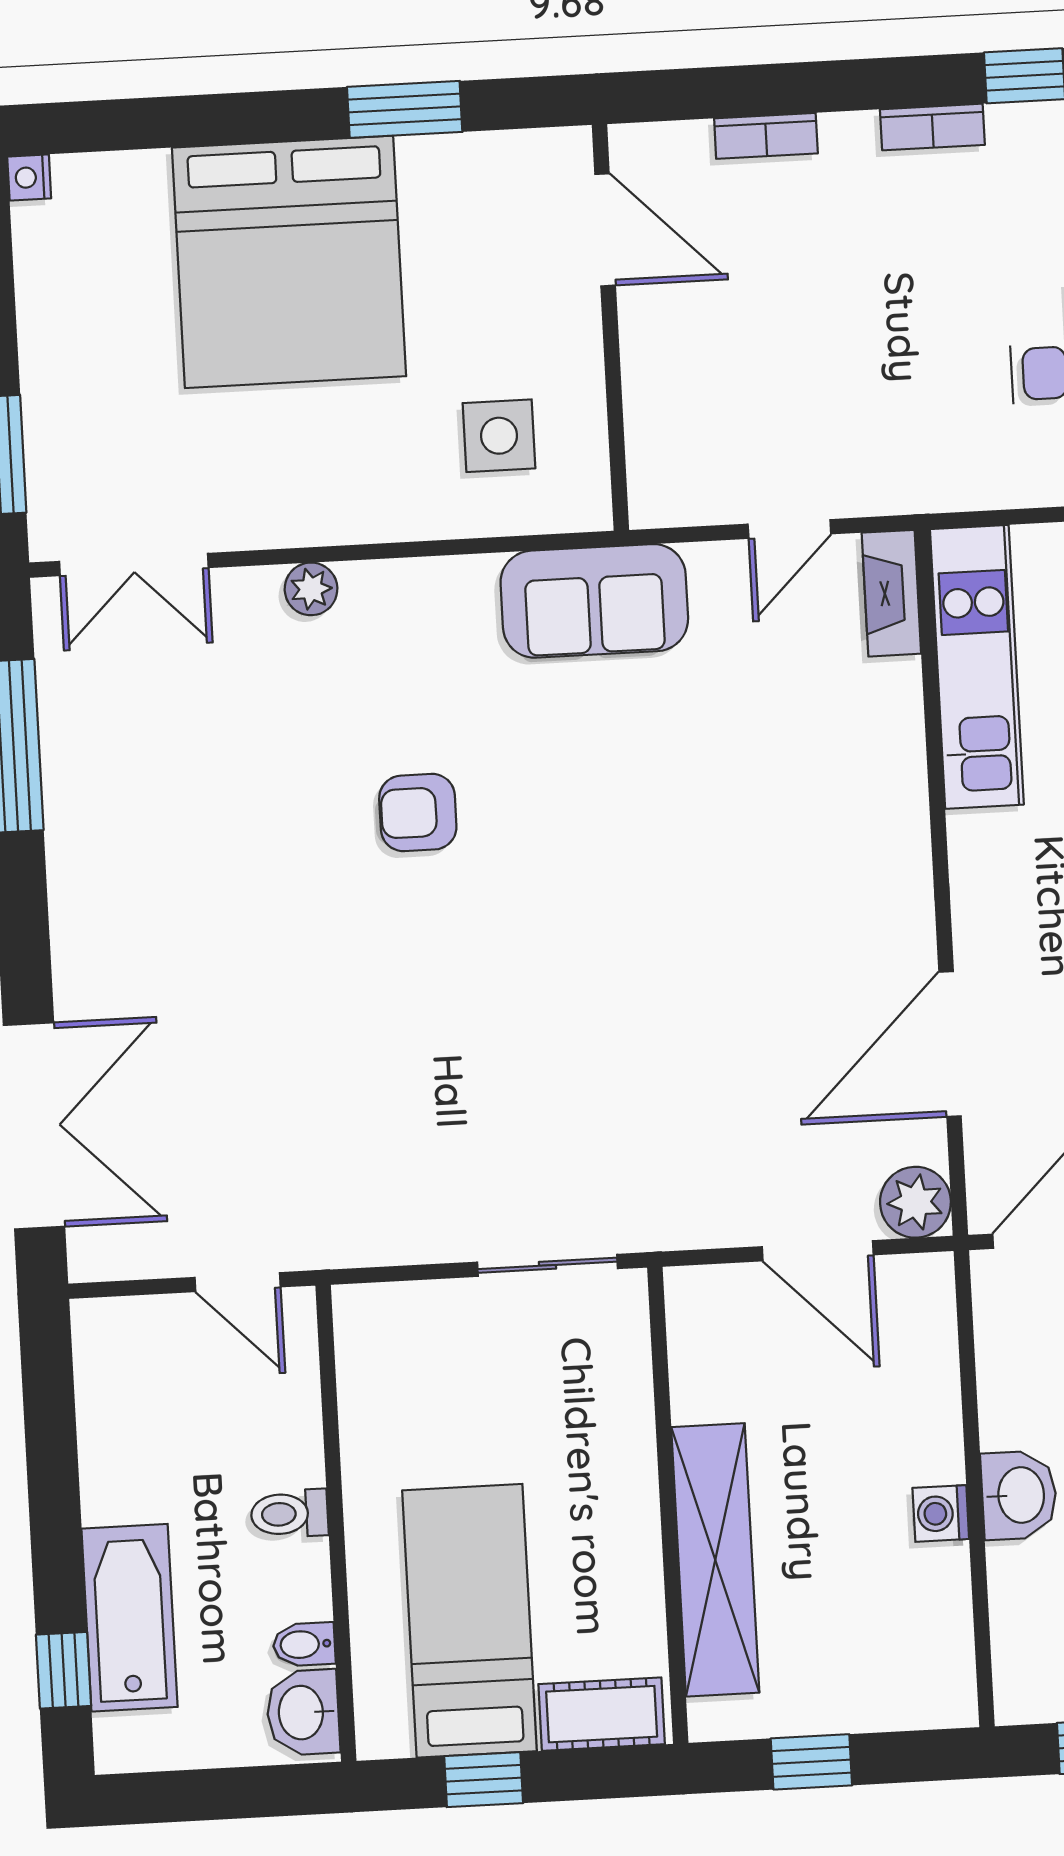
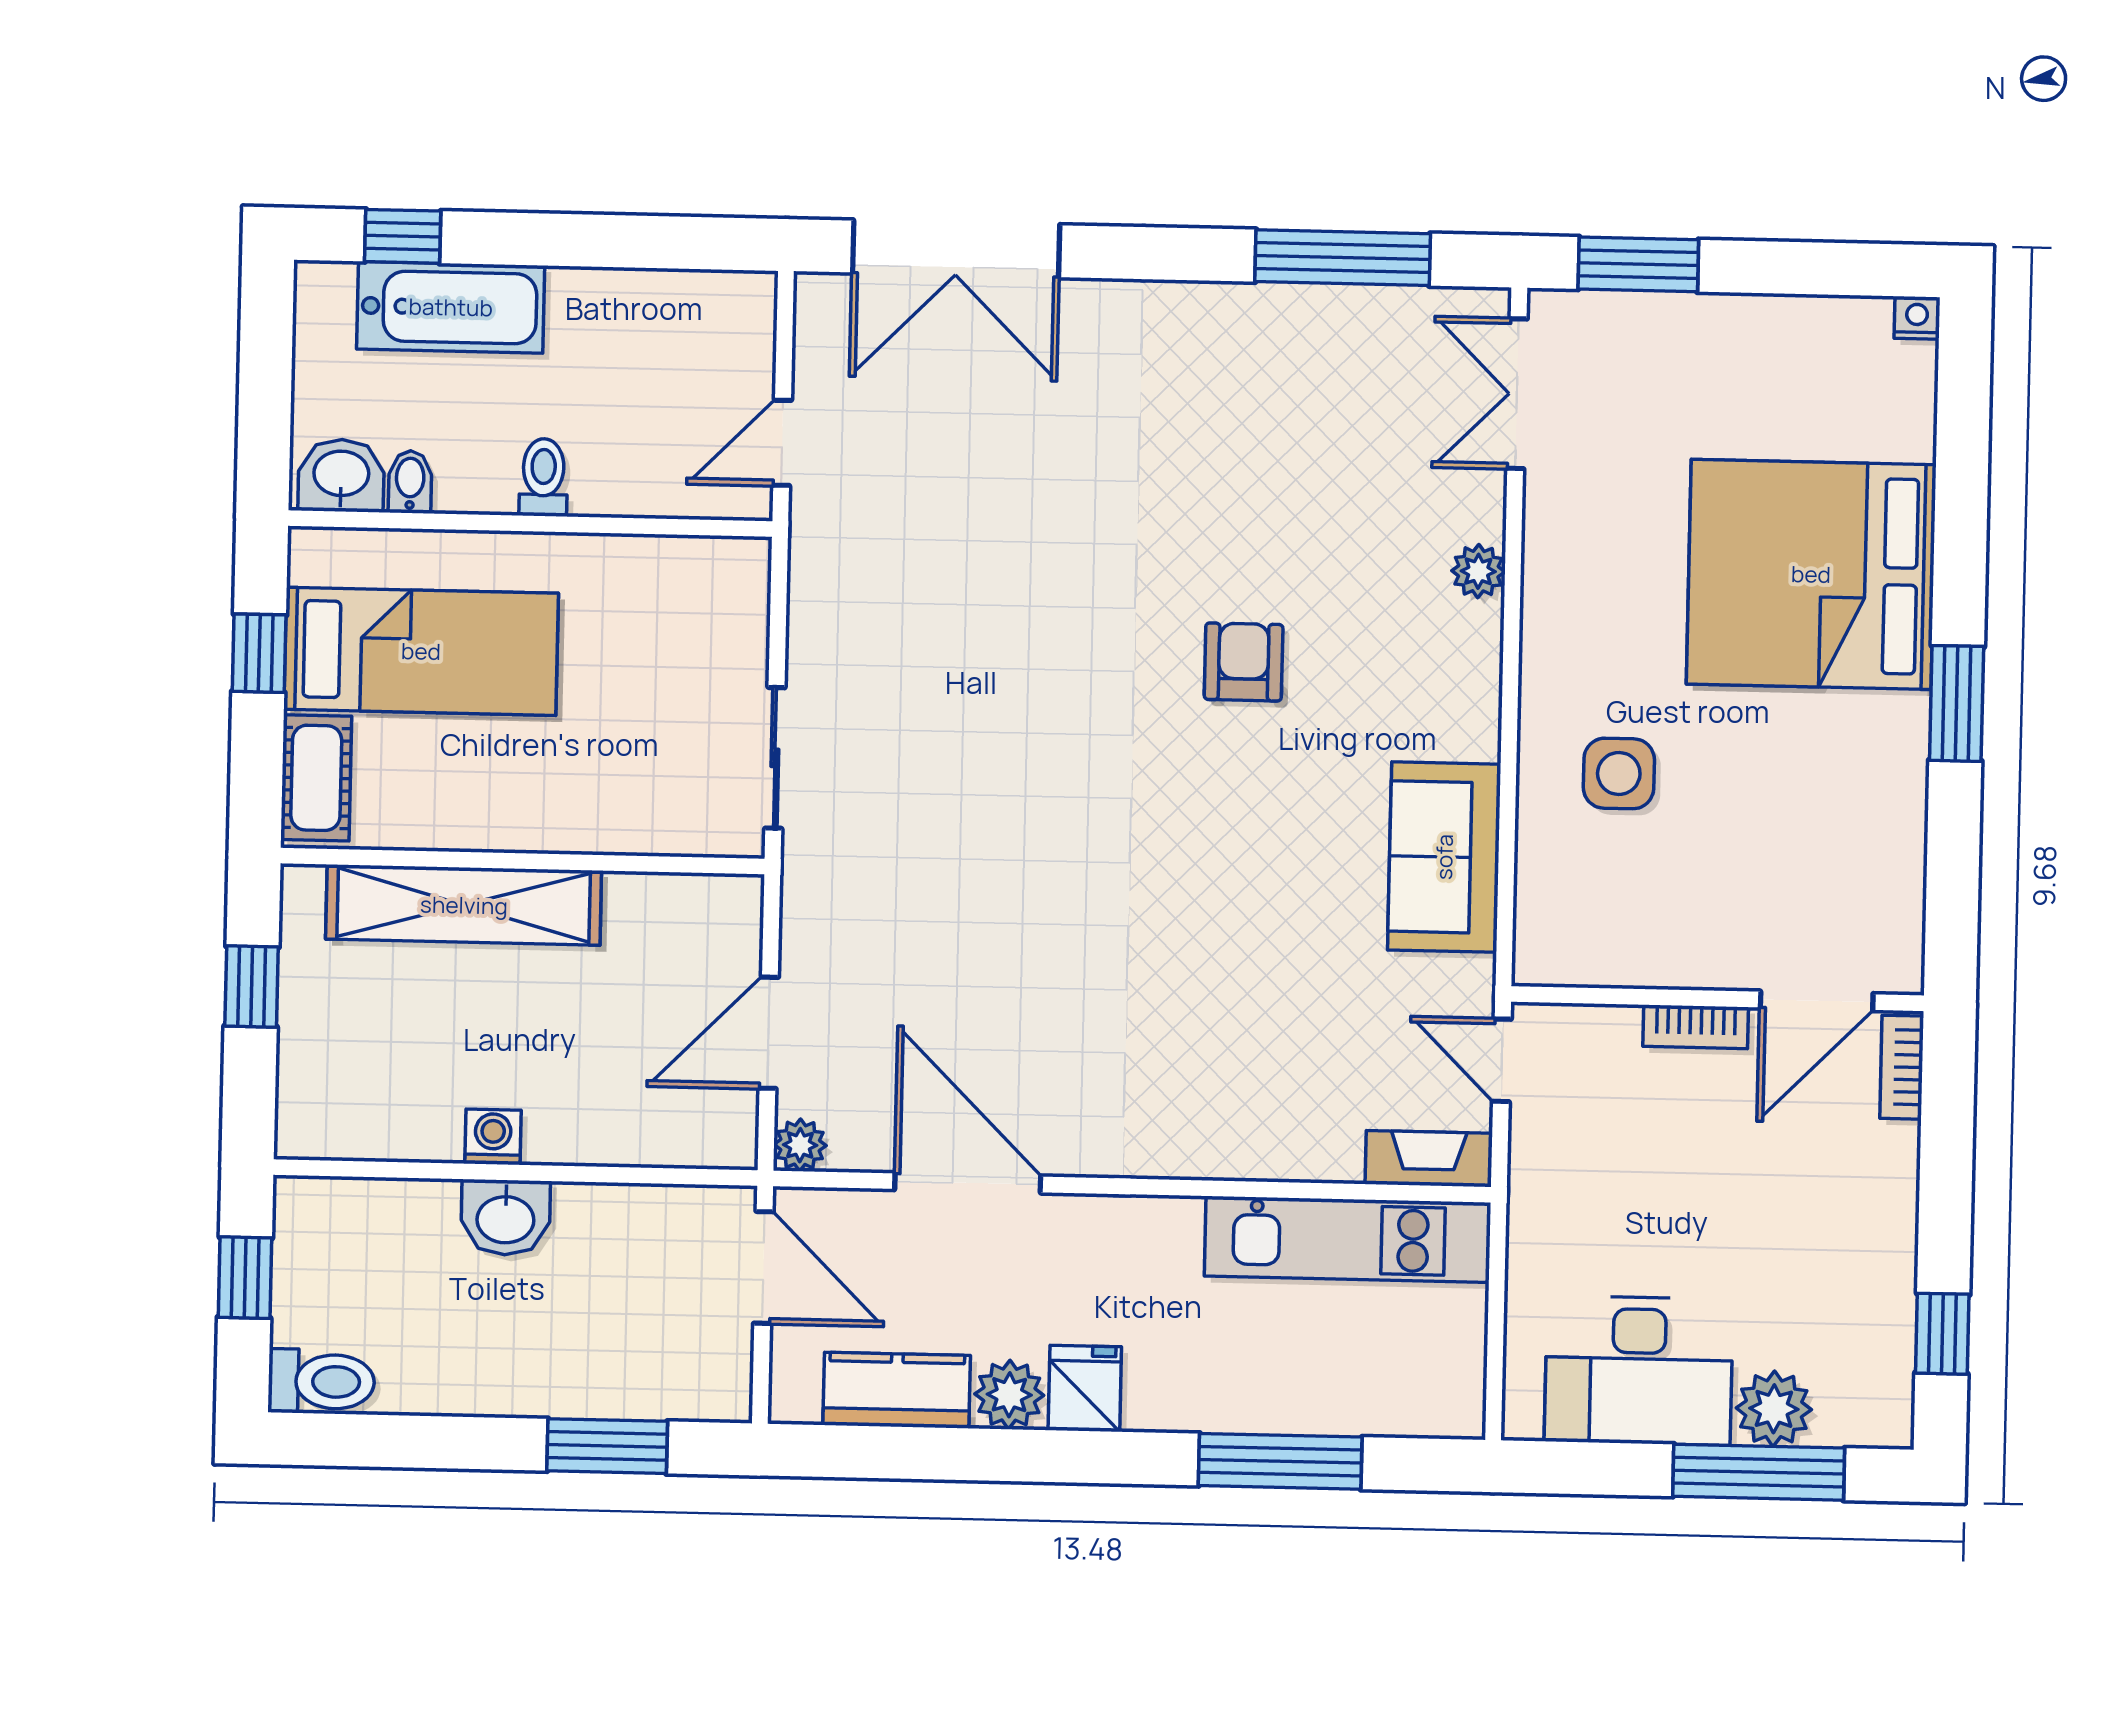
bookcase: (932, 127) -> (1696, 1027), moved, turned -90
door: (605, 230) -> (1817, 1001), moved
wall: (610, 327) -> (1717, 999), moved
plant: (915, 1202) -> (800, 1145), width x0.73, depth x0.73

